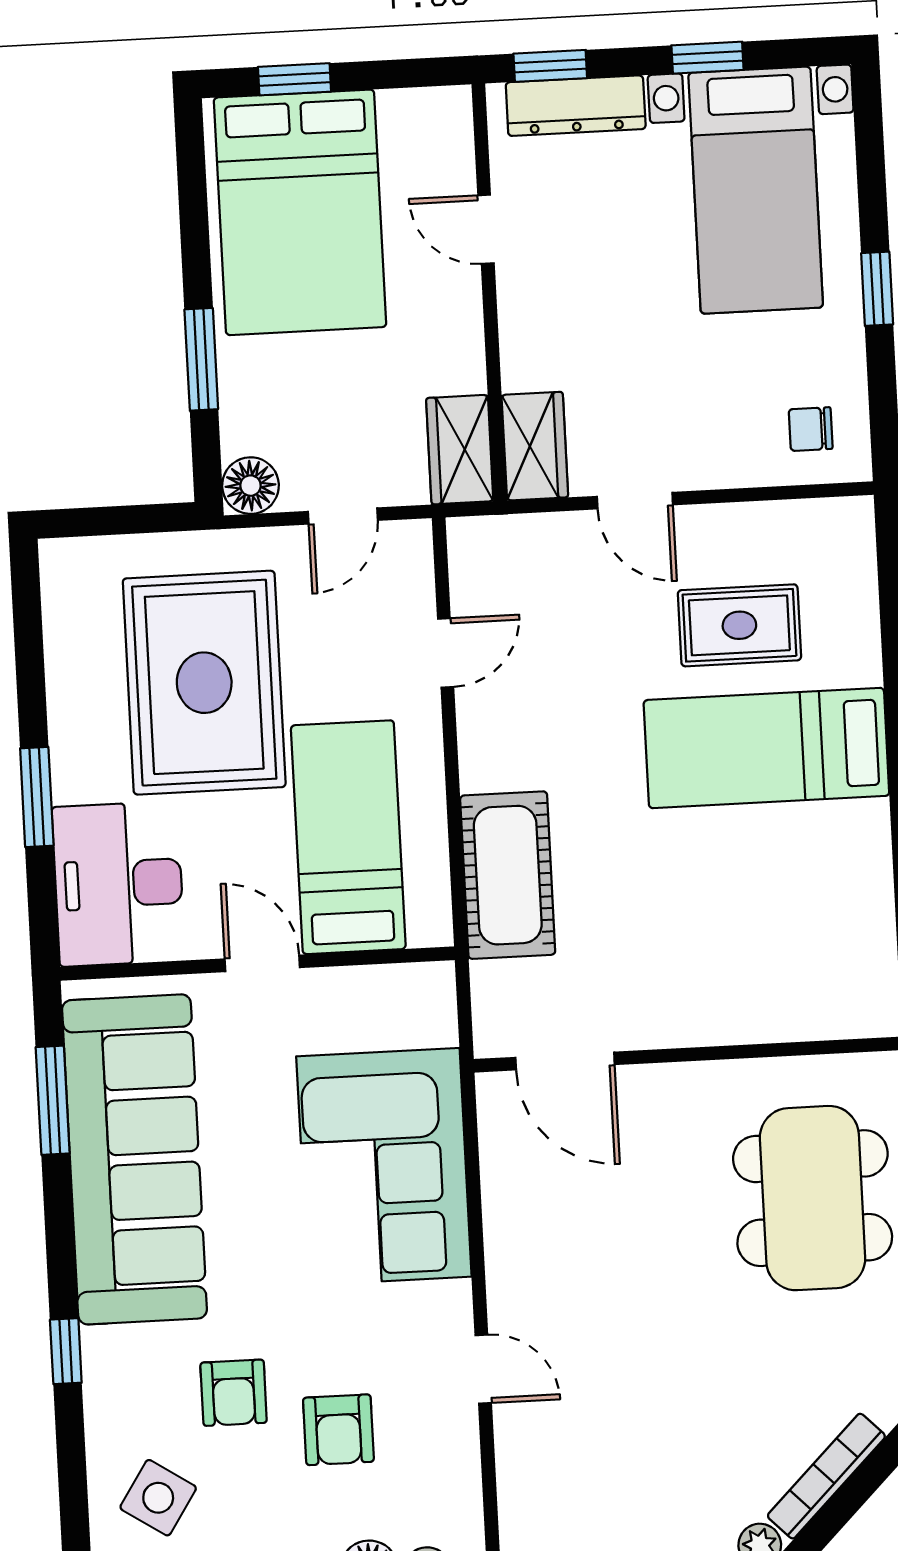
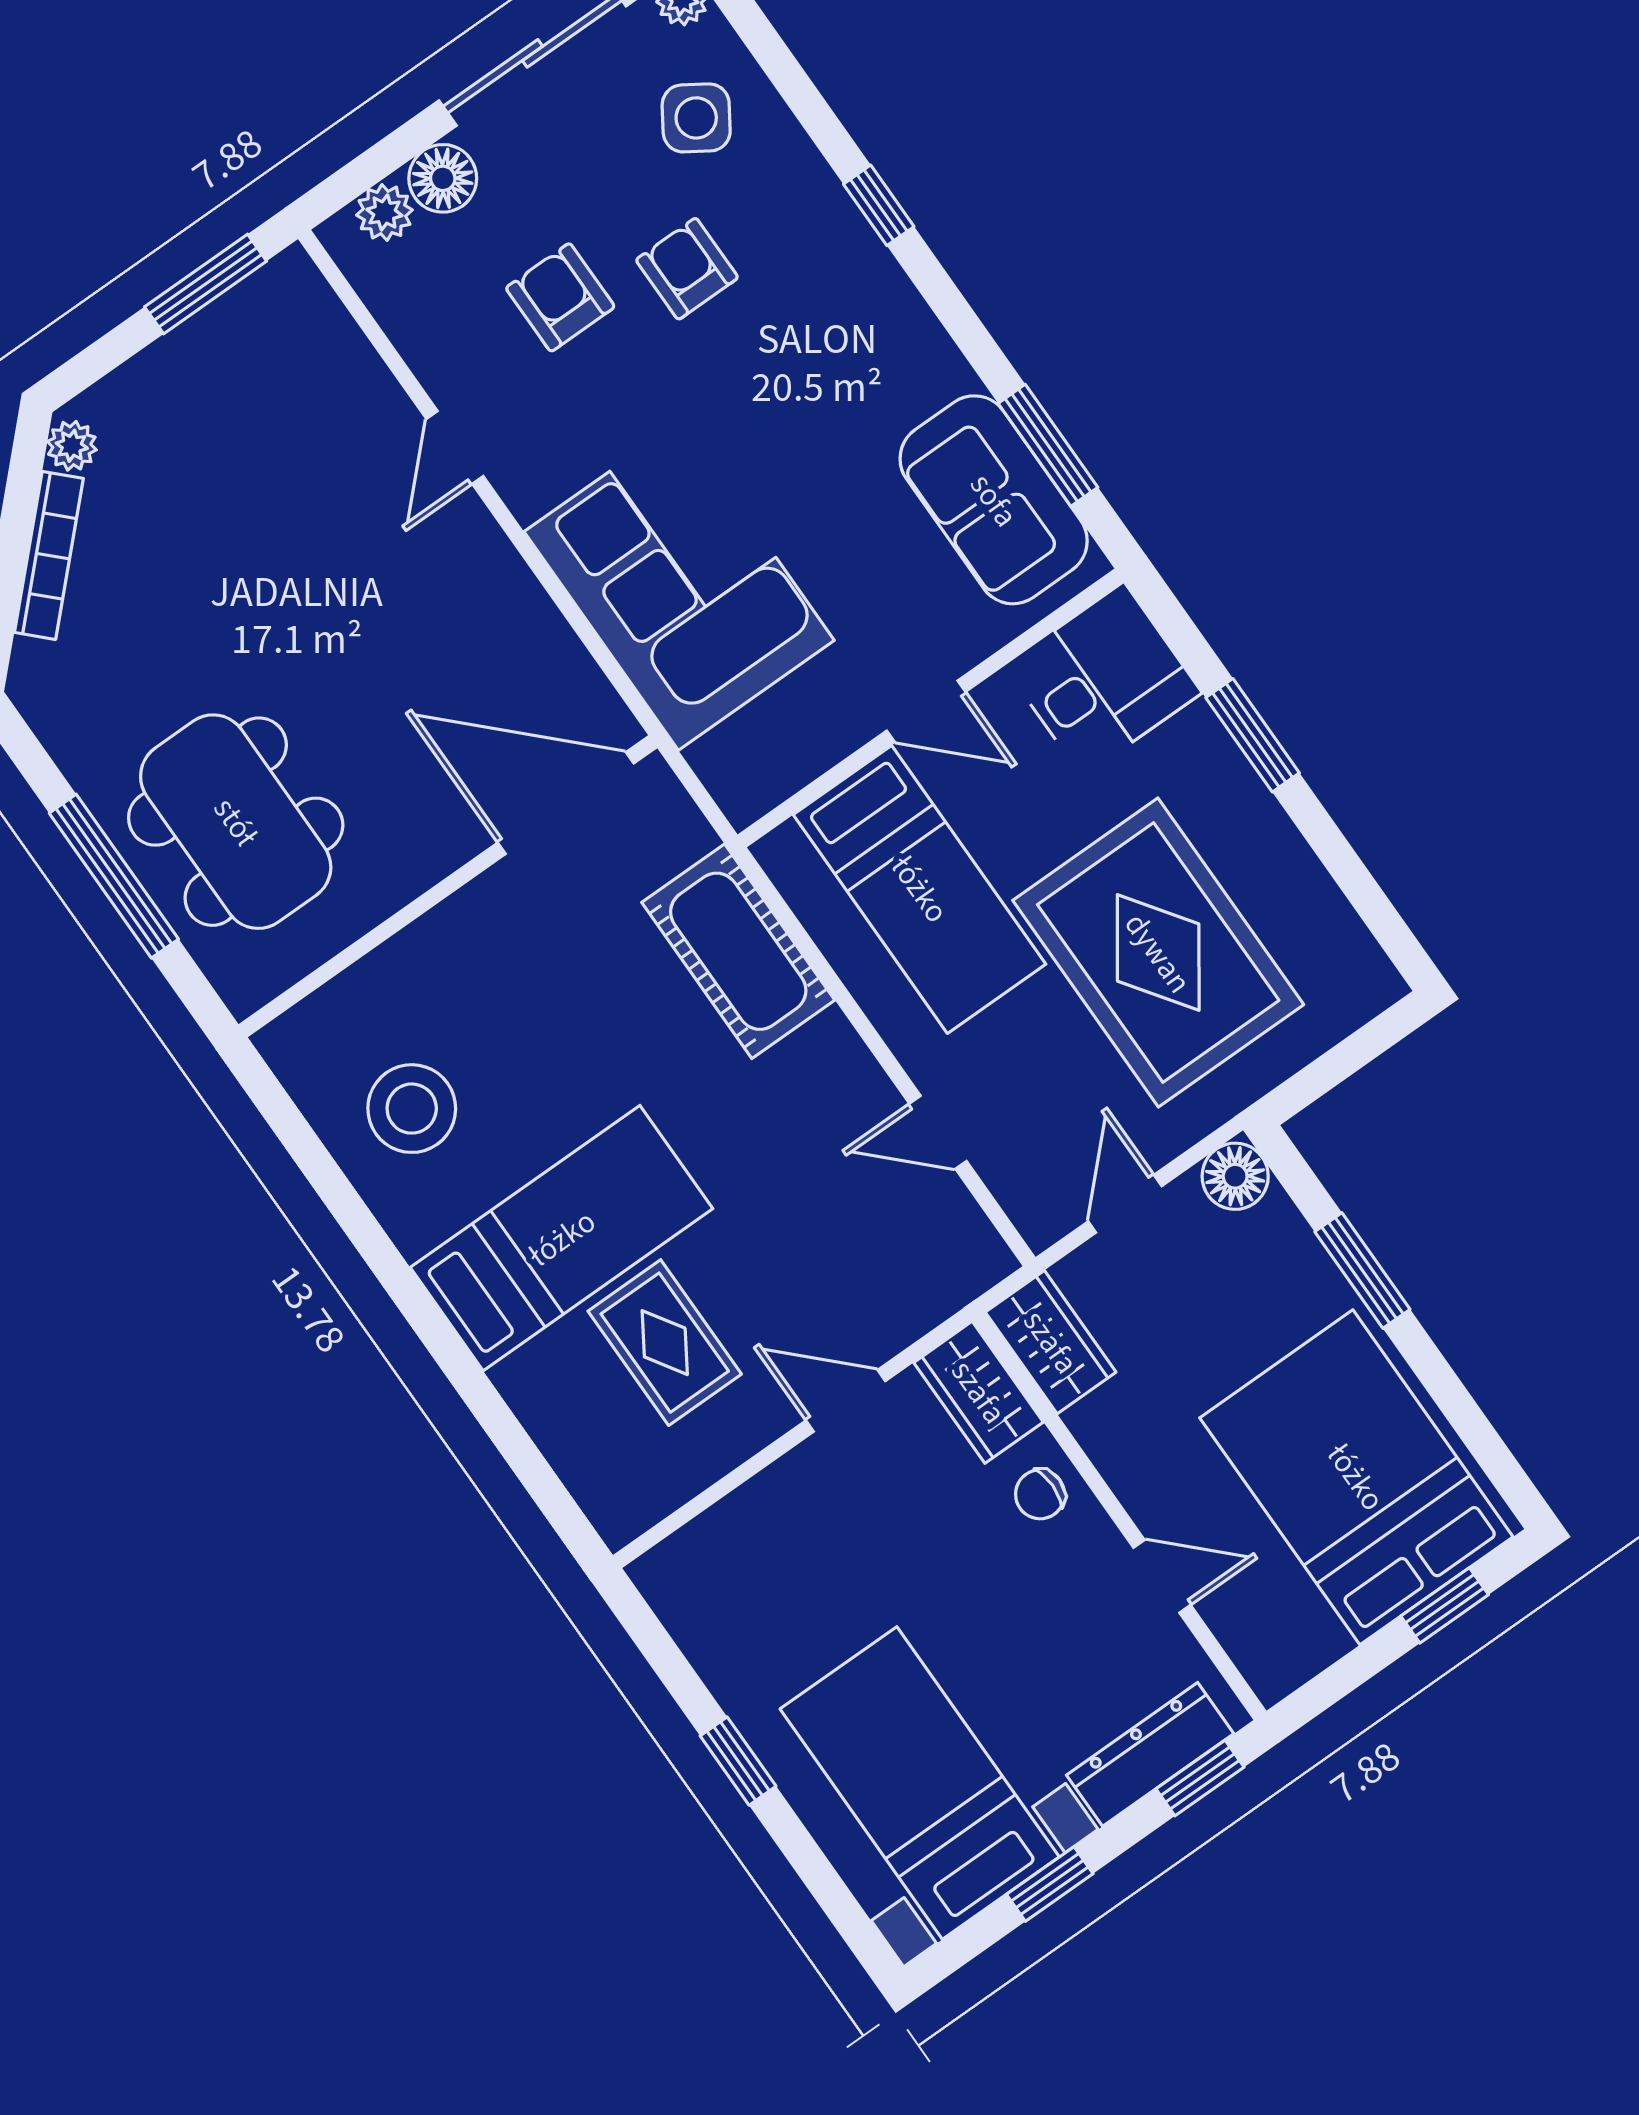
chair: (811, 429) -> (1040, 1494), moved, turned 180
rug: (739, 625) -> (665, 1343), turned 90
door: (446, 653) -> (938, 1132), hinge flipped
desk: (118, 884) -> (1103, 679), width x0.73
stool: (816, 910) -> (412, 1109), added
door: (565, 1061) -> (566, 803), width x1.36
sofa: (135, 1159) -> (994, 500), width x0.54, depth x0.79
door: (483, 1369) -> (455, 447), hinge flipped

